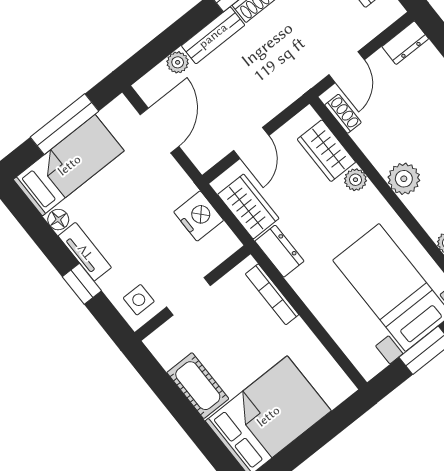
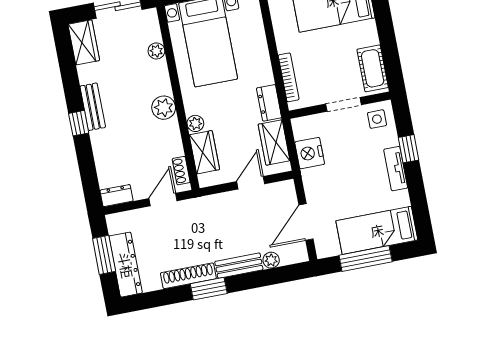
floor lamp: (58, 220) -> (402, 199), removed
cot: (198, 386) -> (373, 68), moved

